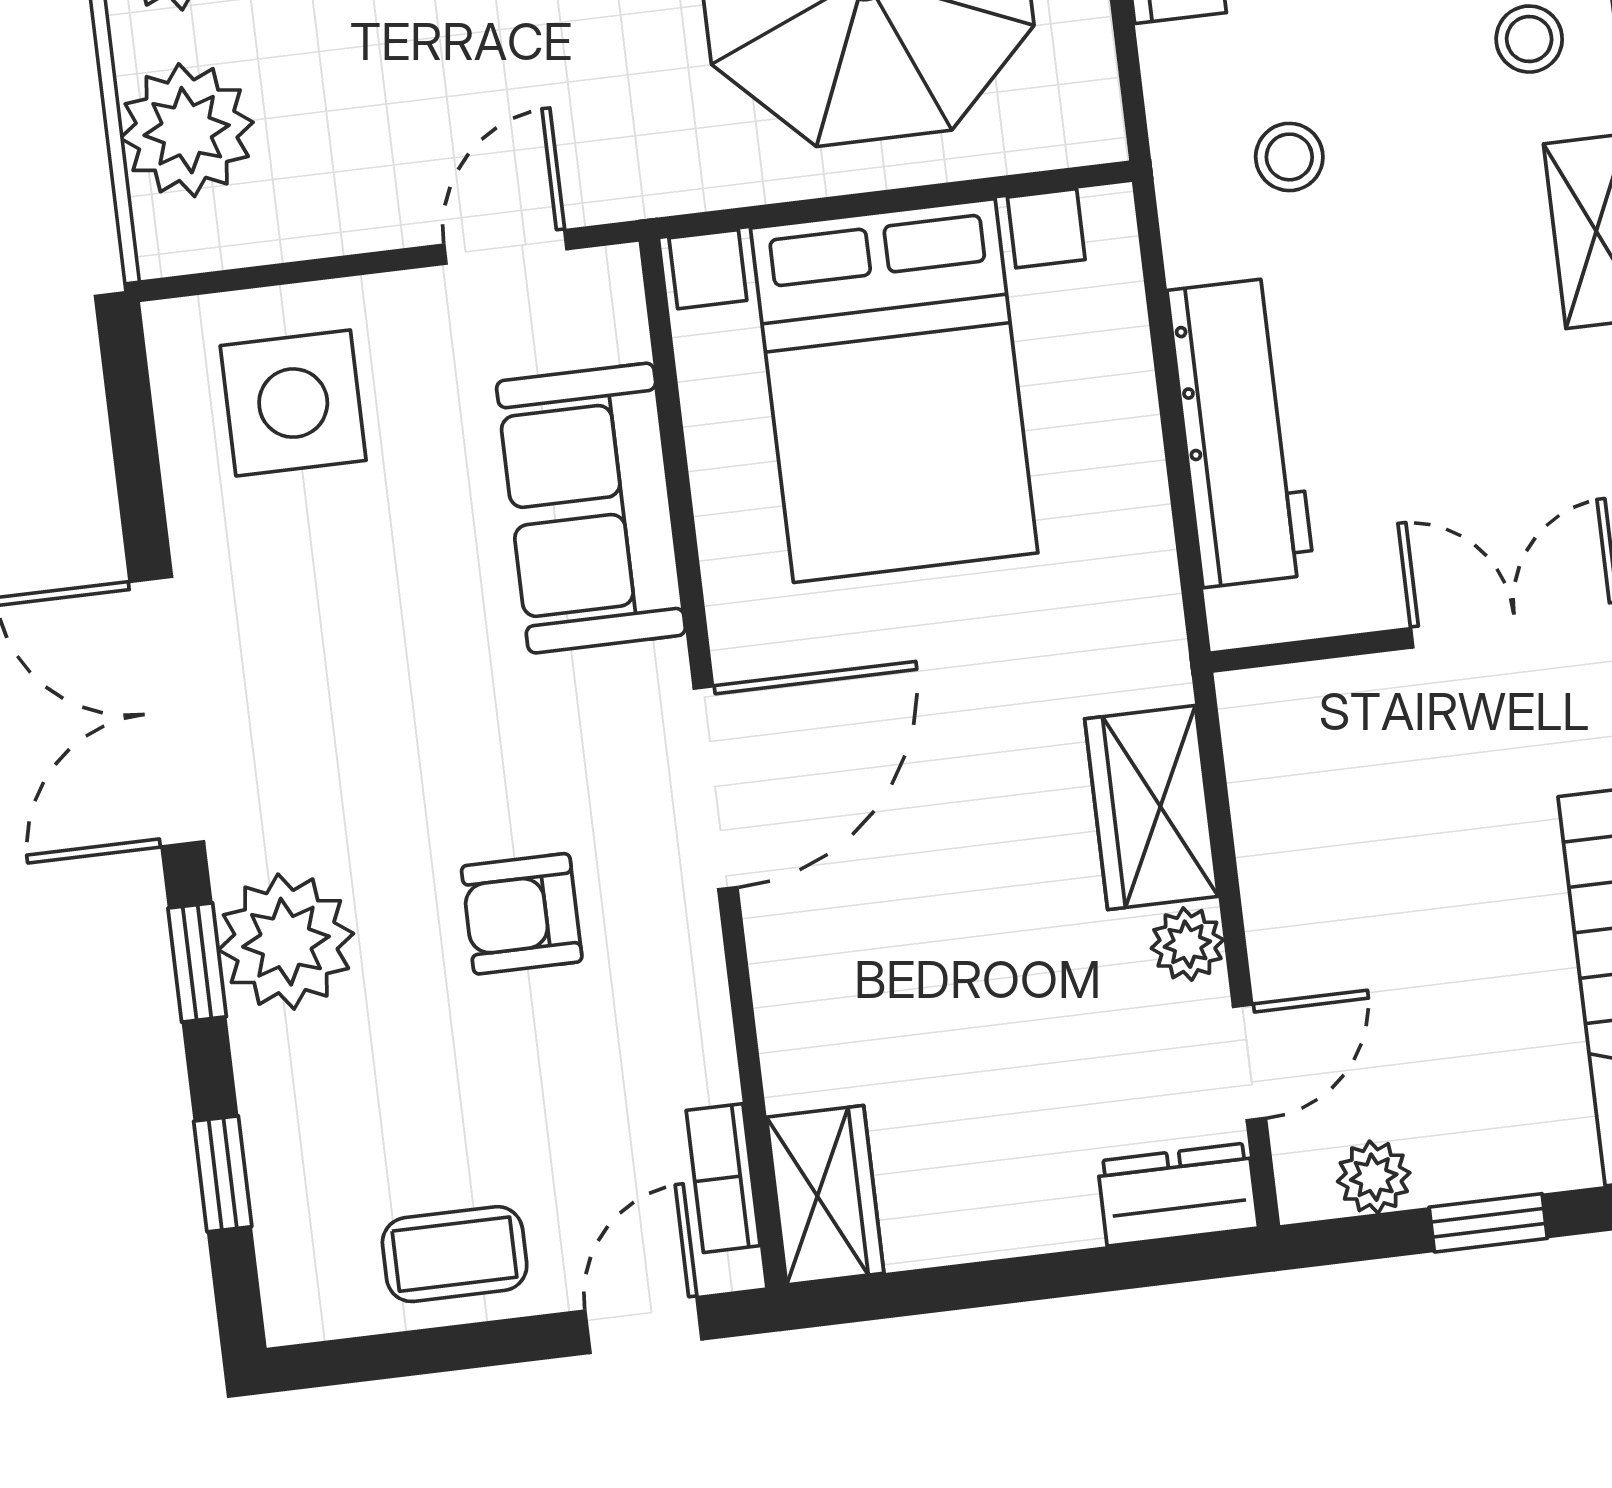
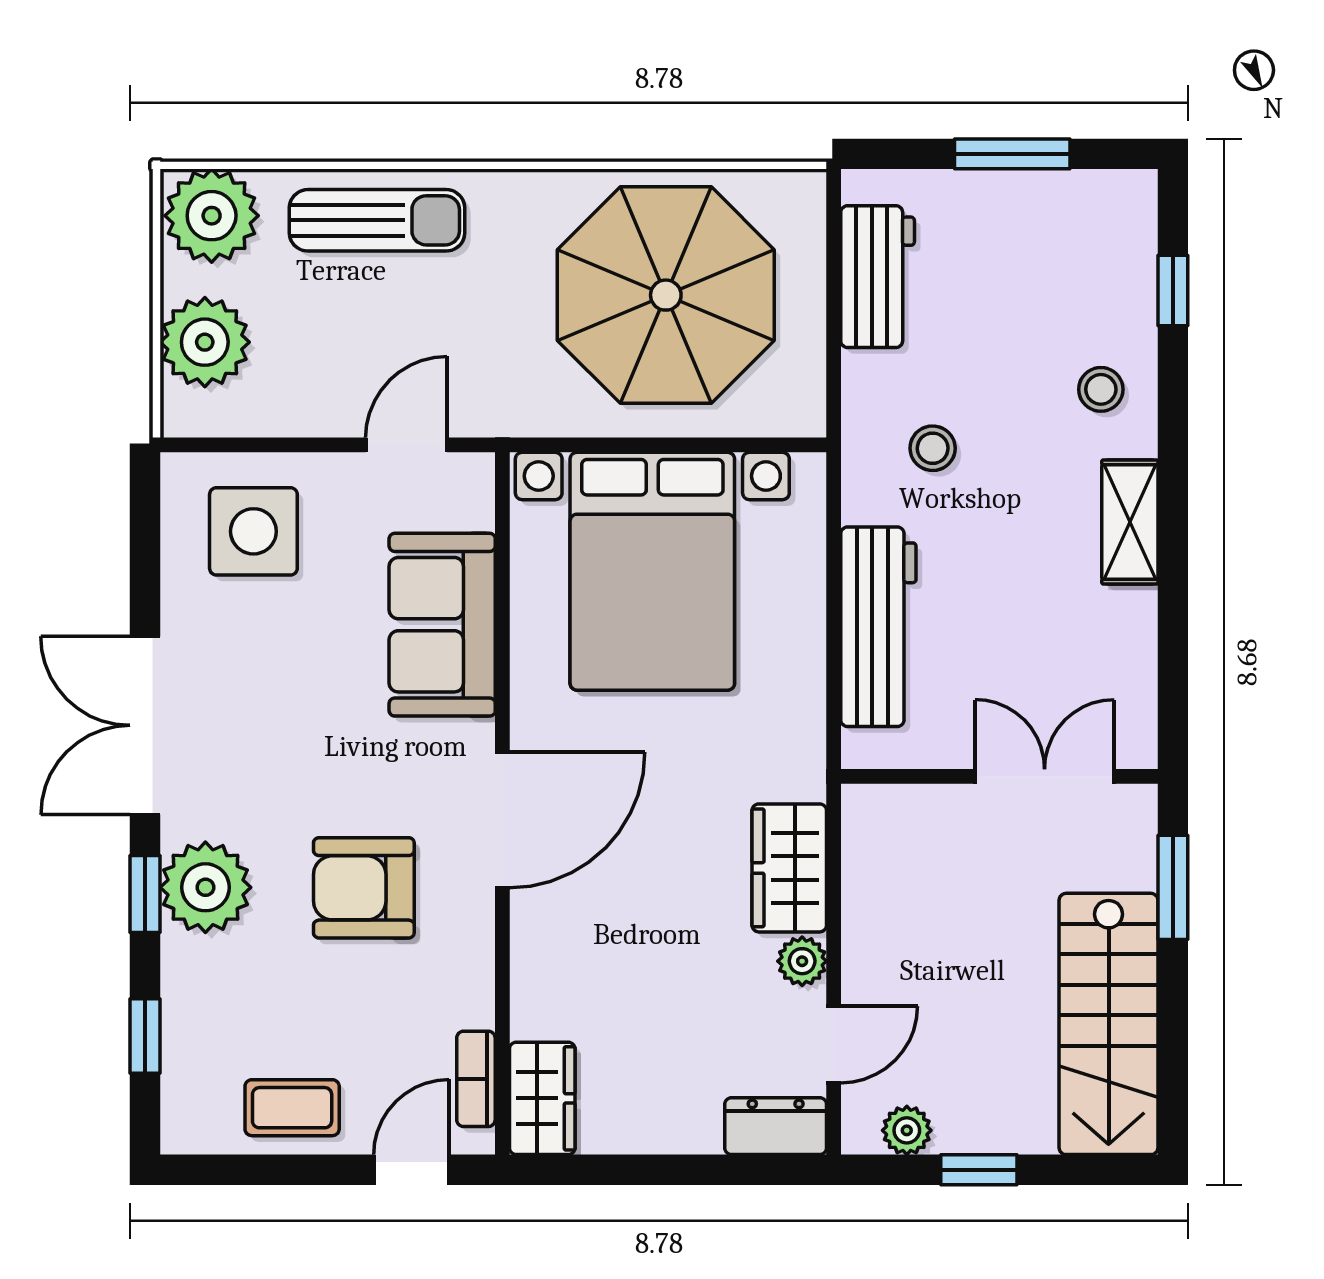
armchair: (522, 914) -> (364, 888), width x1.38, depth x1.38

